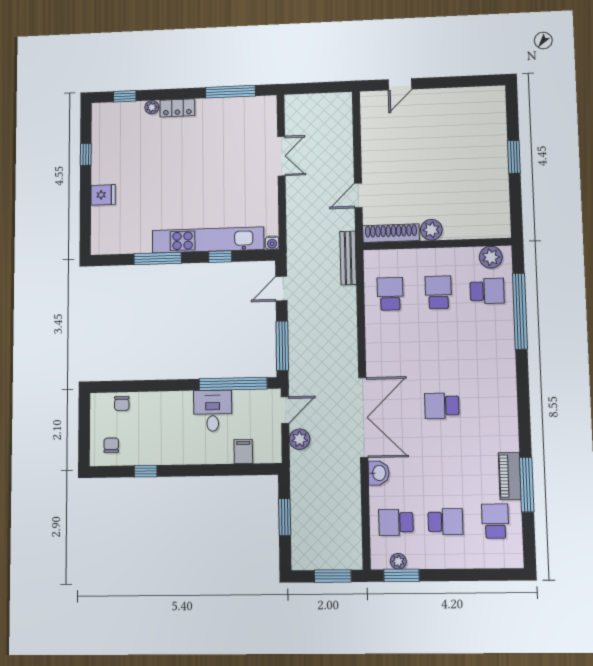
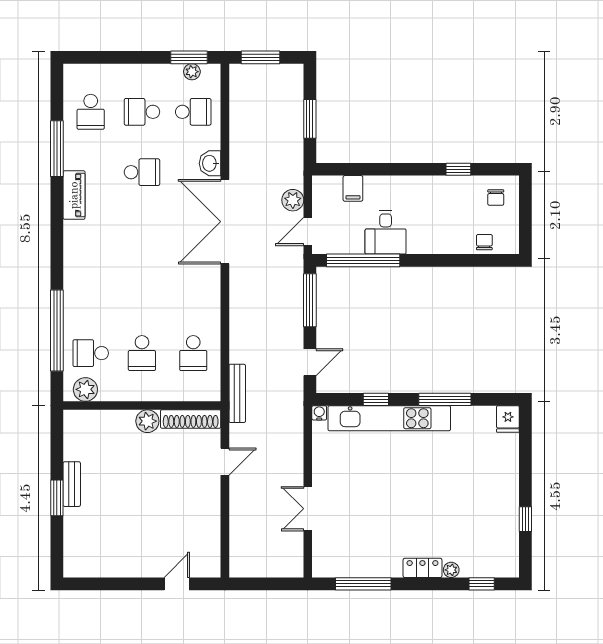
bench: (500, 170) -> (72, 484), added
fridge: (103, 195) -> (508, 419), moved, turned -90
school desk: (442, 406) -> (142, 172), moved
piano: (510, 476) -> (74, 195), moved

